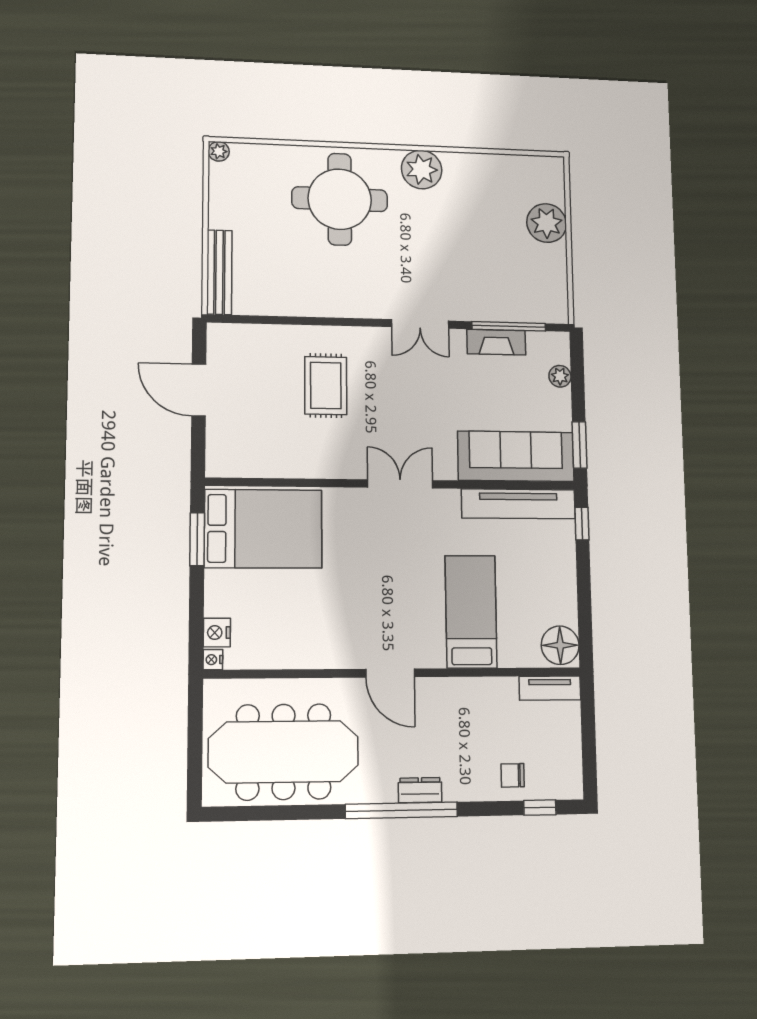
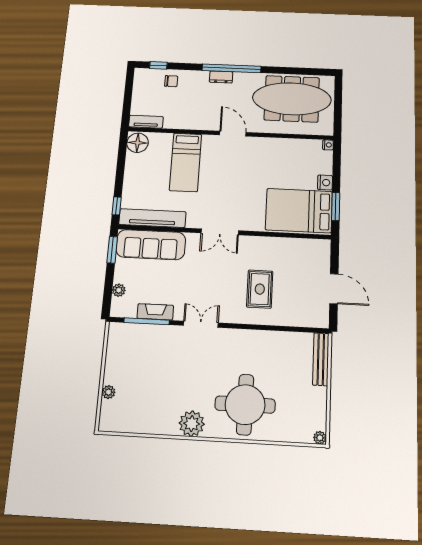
plant: (547, 223) -> (109, 392), width x0.53, depth x0.53
nightstand: (217, 633) -> (325, 183), moved

